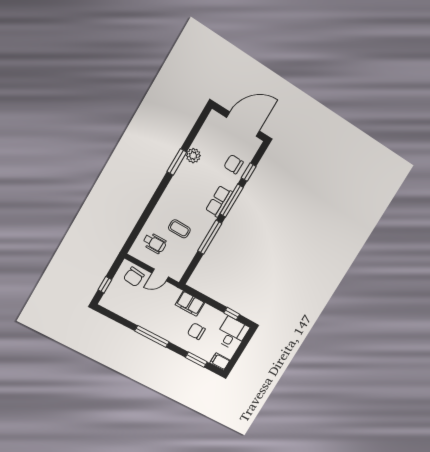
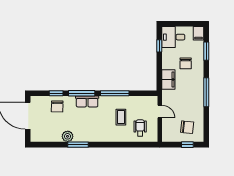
chair: (134, 277) -> (187, 127), moved

